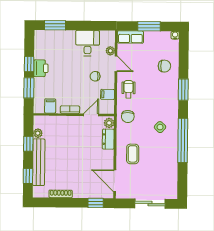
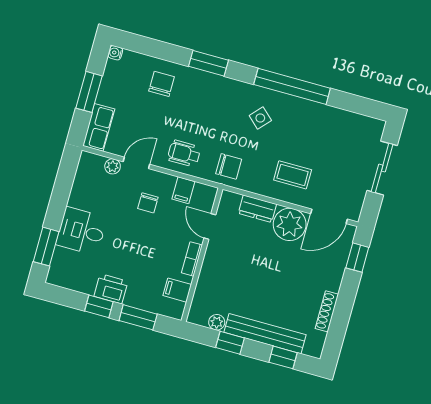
desk: (88, 43) -> (81, 231), moved
plant: (109, 123) -> (290, 224), moved, width x1.87, depth x1.87

